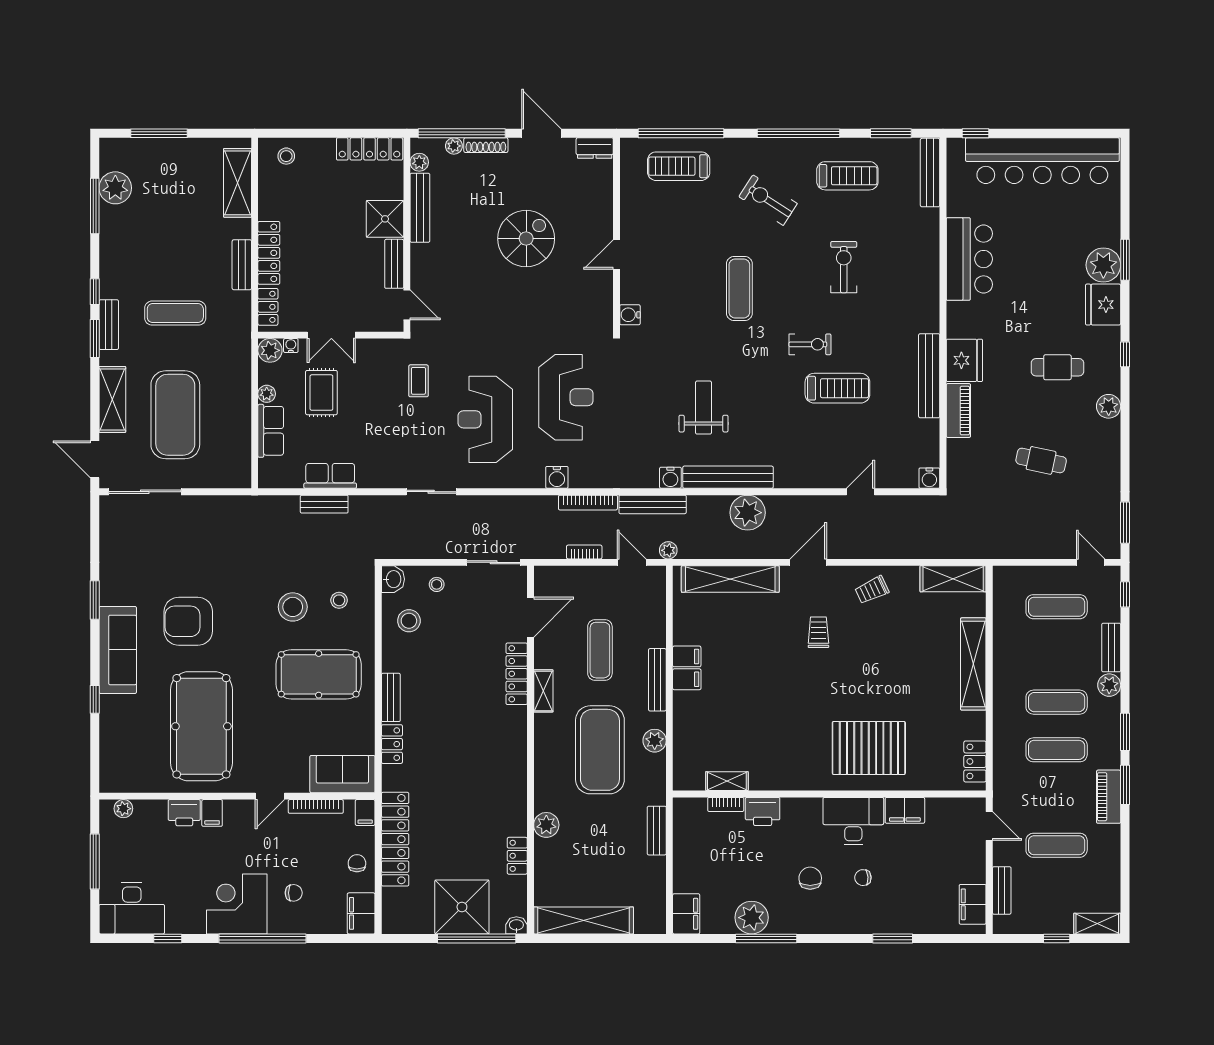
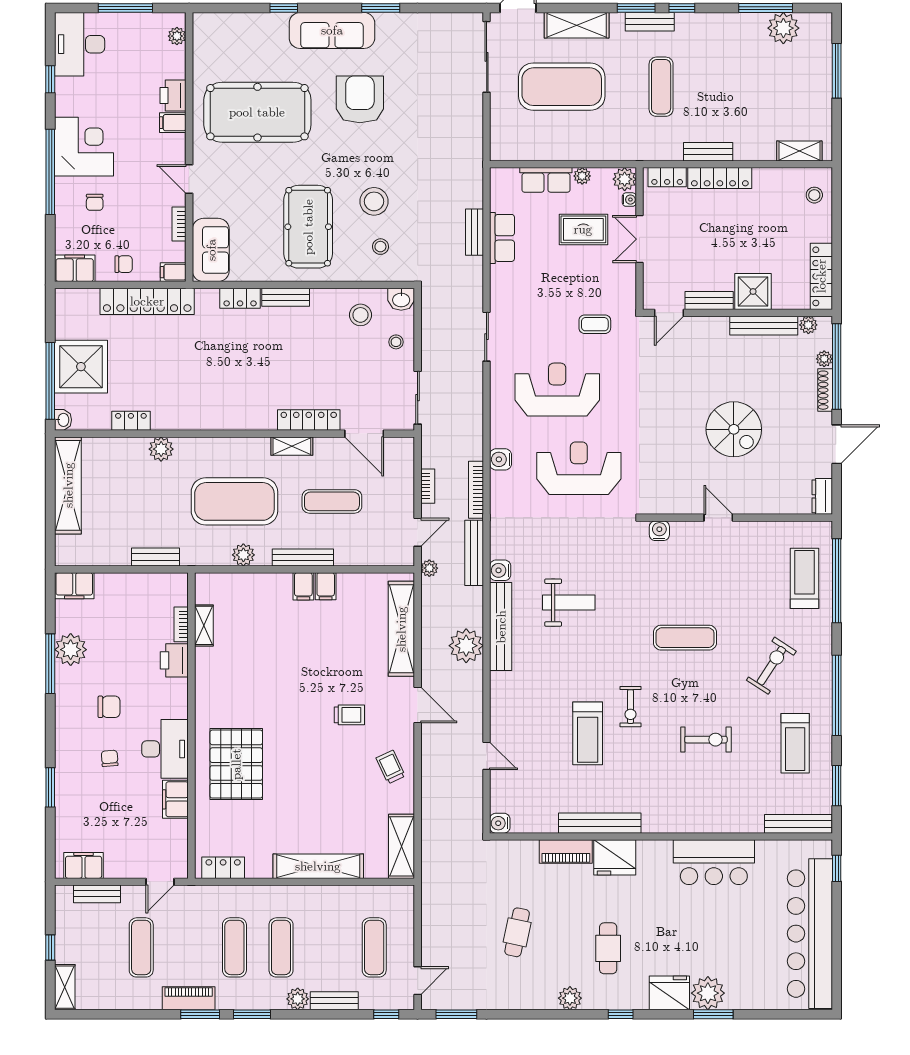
shelving: (238, 183) -> (799, 151), width x0.67, depth x0.75
reception desk: (566, 397) -> (579, 468), turned 180
bookcase: (316, 806) -> (179, 224), width x0.64

